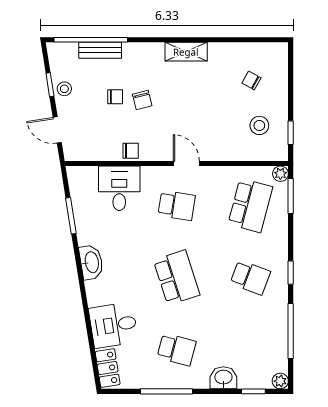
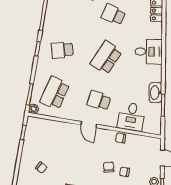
stool: (259, 125) -> (41, 140), removed
washbasin: (91, 262) -> (155, 93), moved
school desk: (177, 277) -> (106, 58), turned 42
school desk: (250, 277) -> (62, 50), turned -36
desk: (113, 325) -> (149, 52), moved

